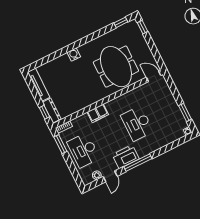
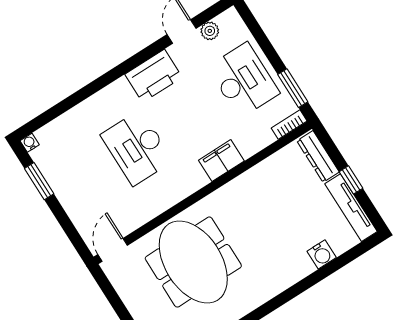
water cooler: (74, 54) -> (322, 254), moved
door: (154, 76) -> (113, 250), swing flipped
window: (44, 112) -> (351, 180), moved
desk: (137, 123) -> (137, 148), turned 180
window: (138, 163) -> (127, 66), removed

